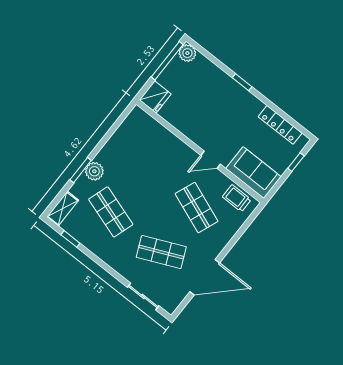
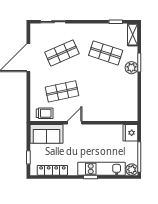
kitchen unit: (222, 82) -> (102, 169), added
shop shelf: (197, 208) -> (62, 91), turned -33

